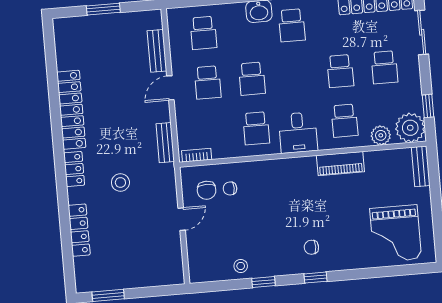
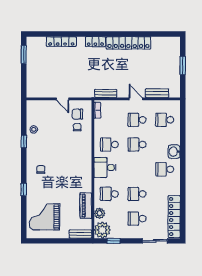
piano: (340, 164) -> (86, 206), moved
stool: (120, 182) -> (86, 67), removed
window: (316, 278) -> (24, 189), moved

